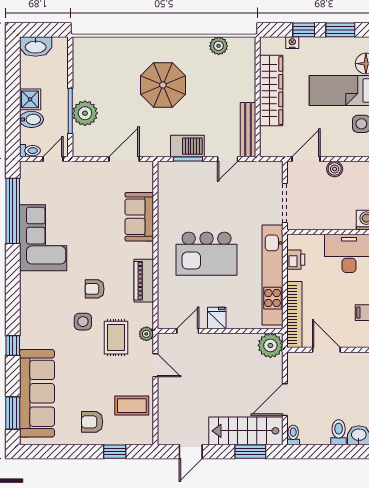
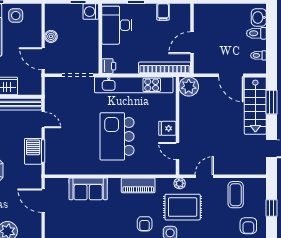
kitchen island: (207, 254) -> (117, 136), turned 180
printer: (296, 260) -> (109, 66), moved, turned 90
rug: (116, 338) -> (183, 207), width x1.36, depth x1.43
toilet: (293, 435) -> (259, 55), moved

